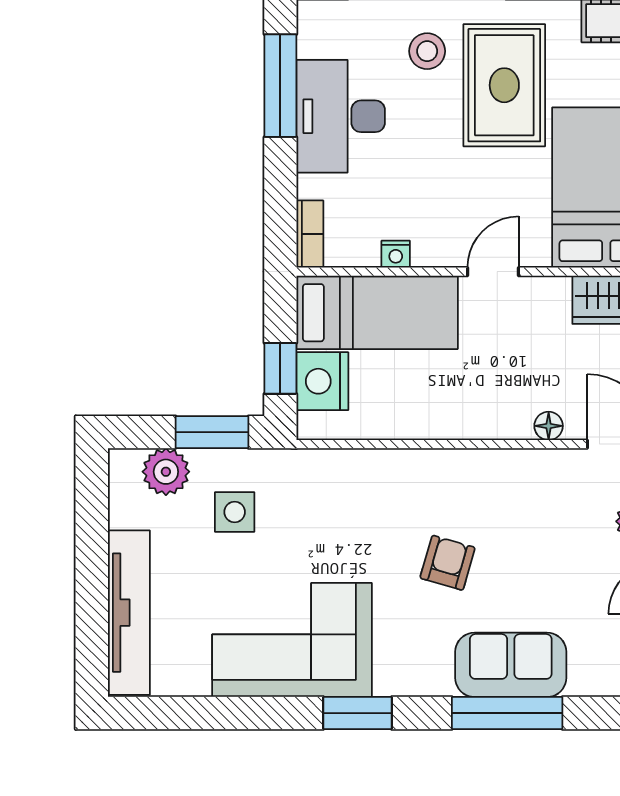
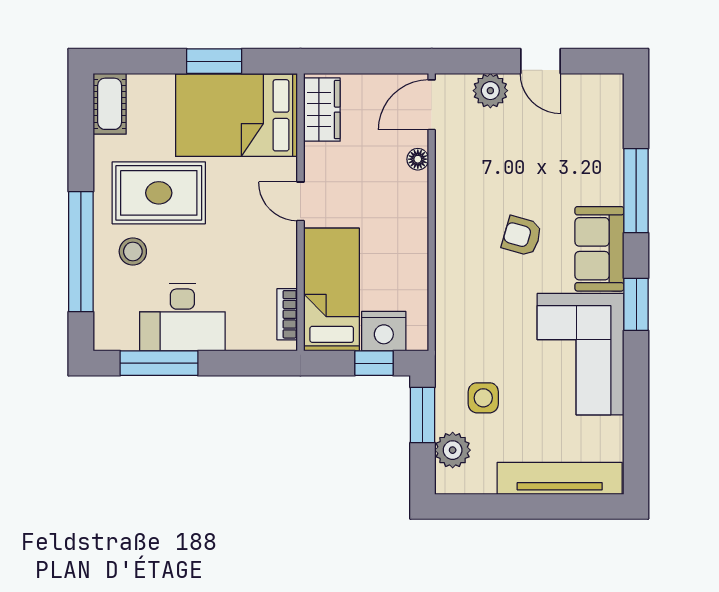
bookcase: (310, 234) -> (287, 314), moved, turned -90
nightstand: (396, 254) -> (287, 275), removed
sofa: (511, 665) -> (599, 249), moved

